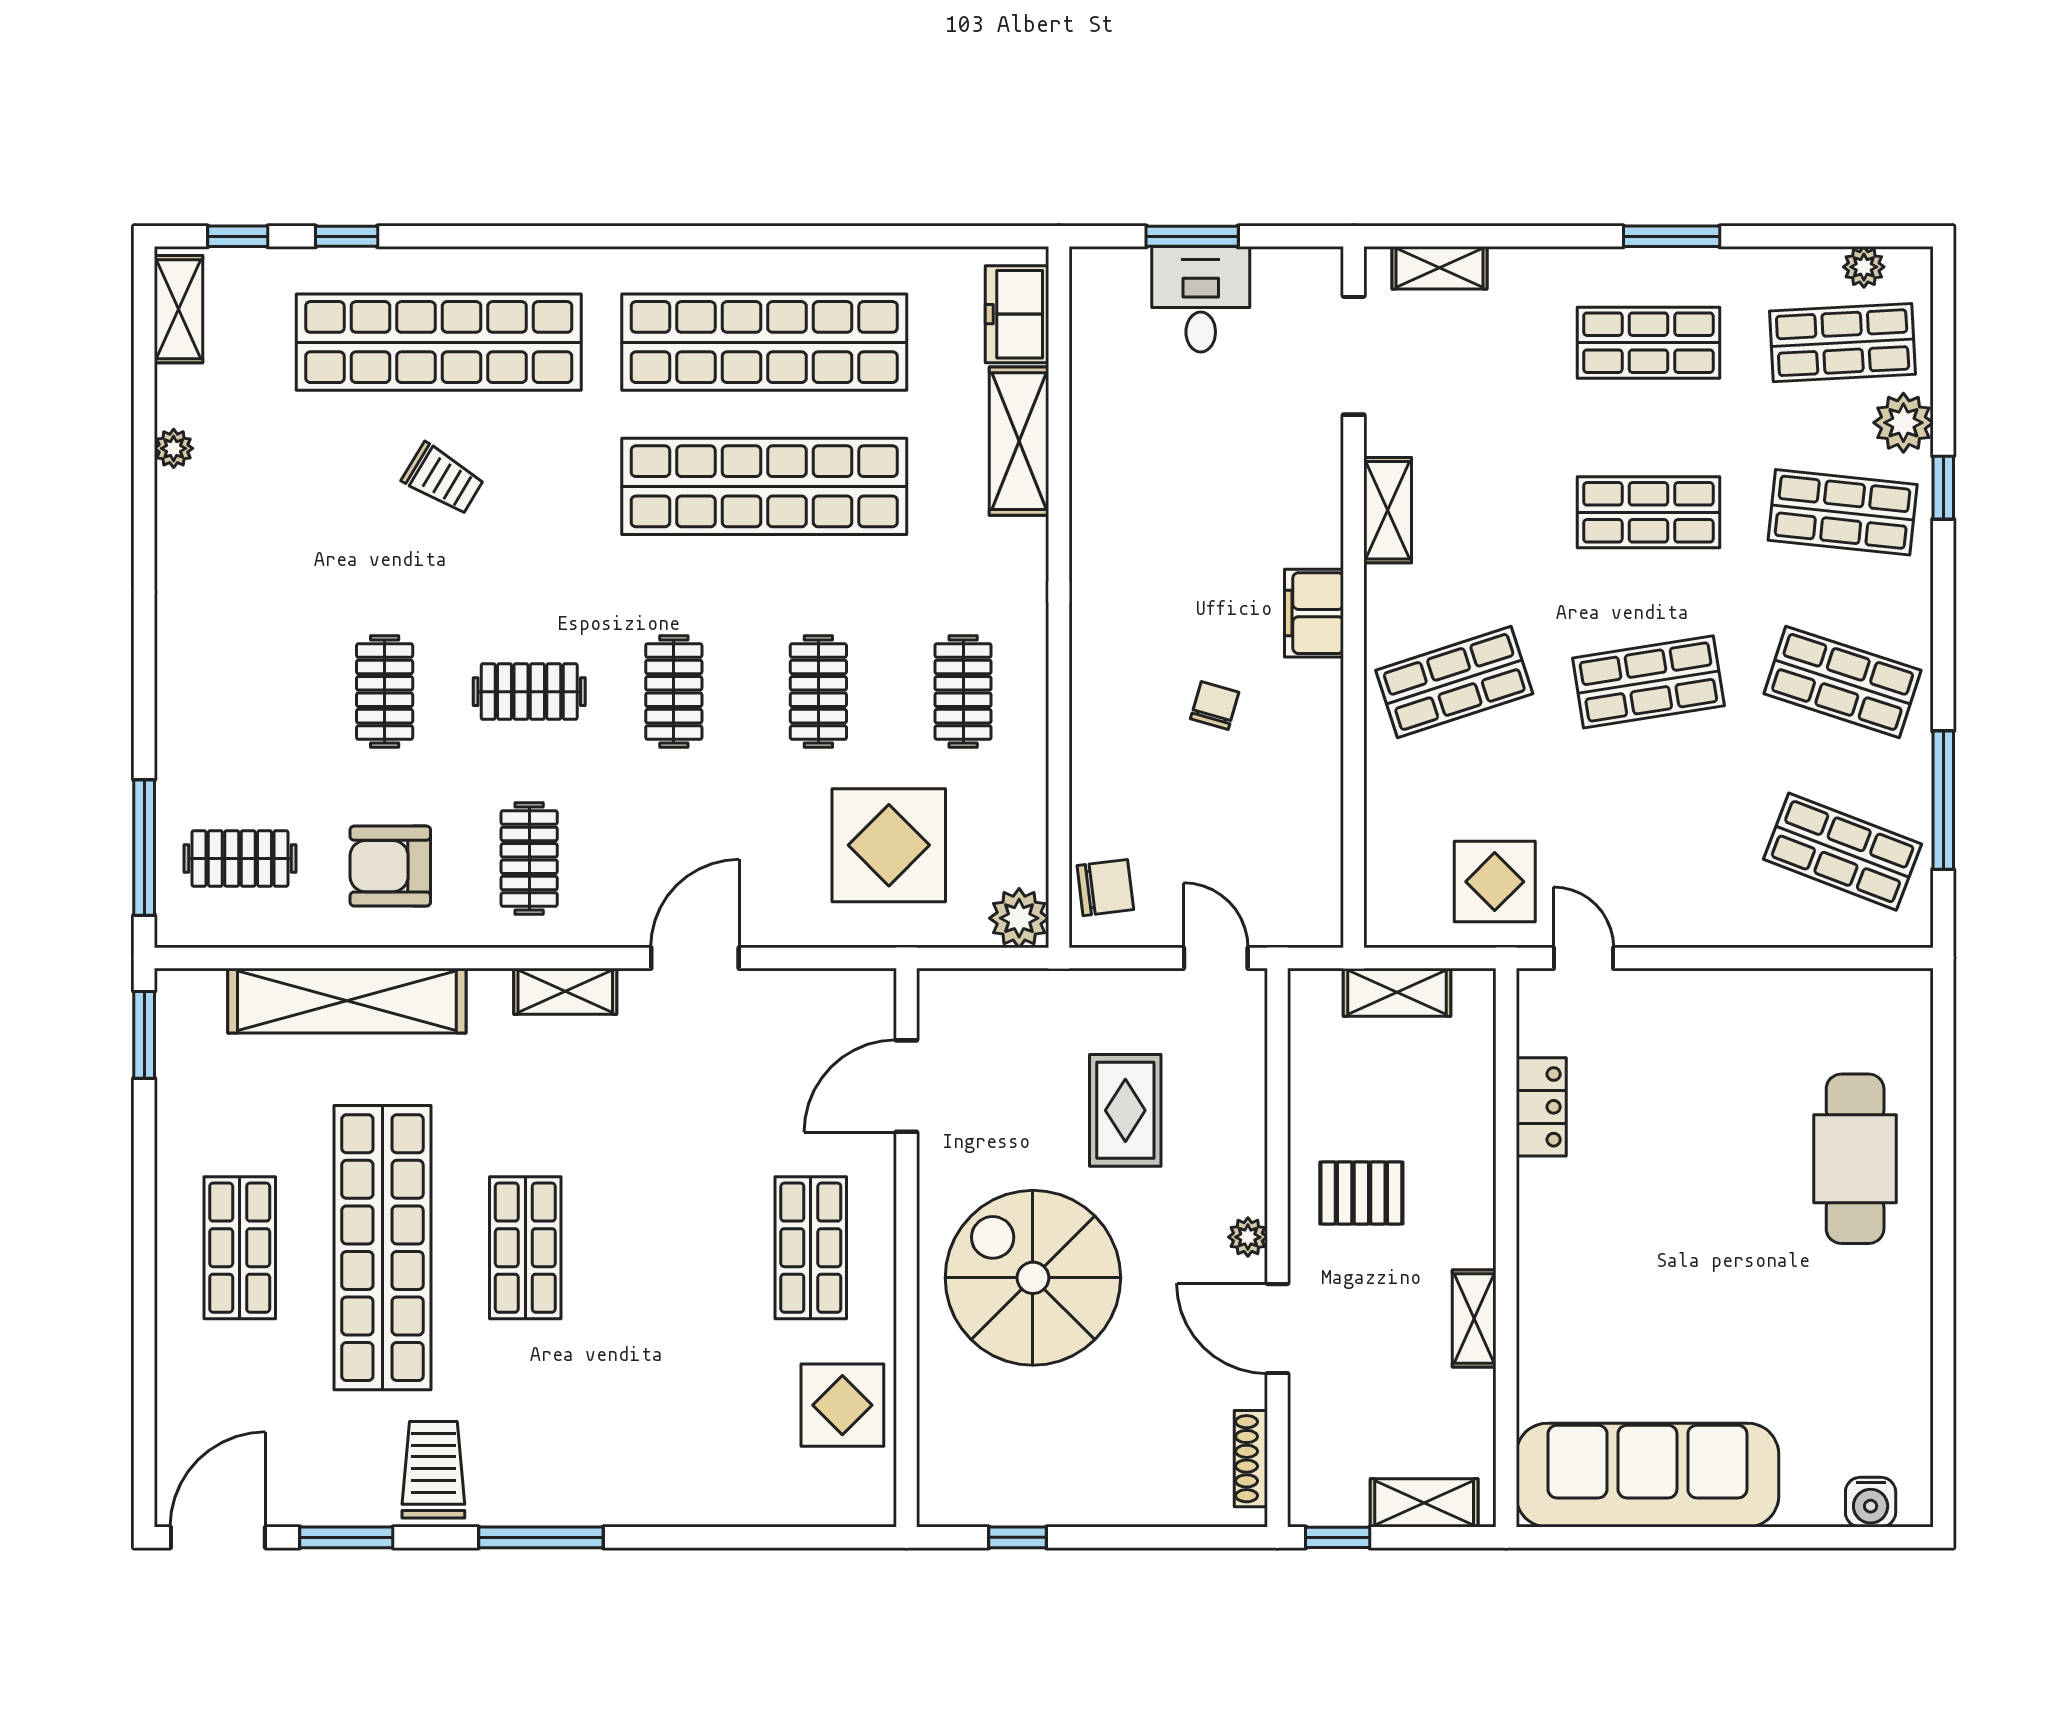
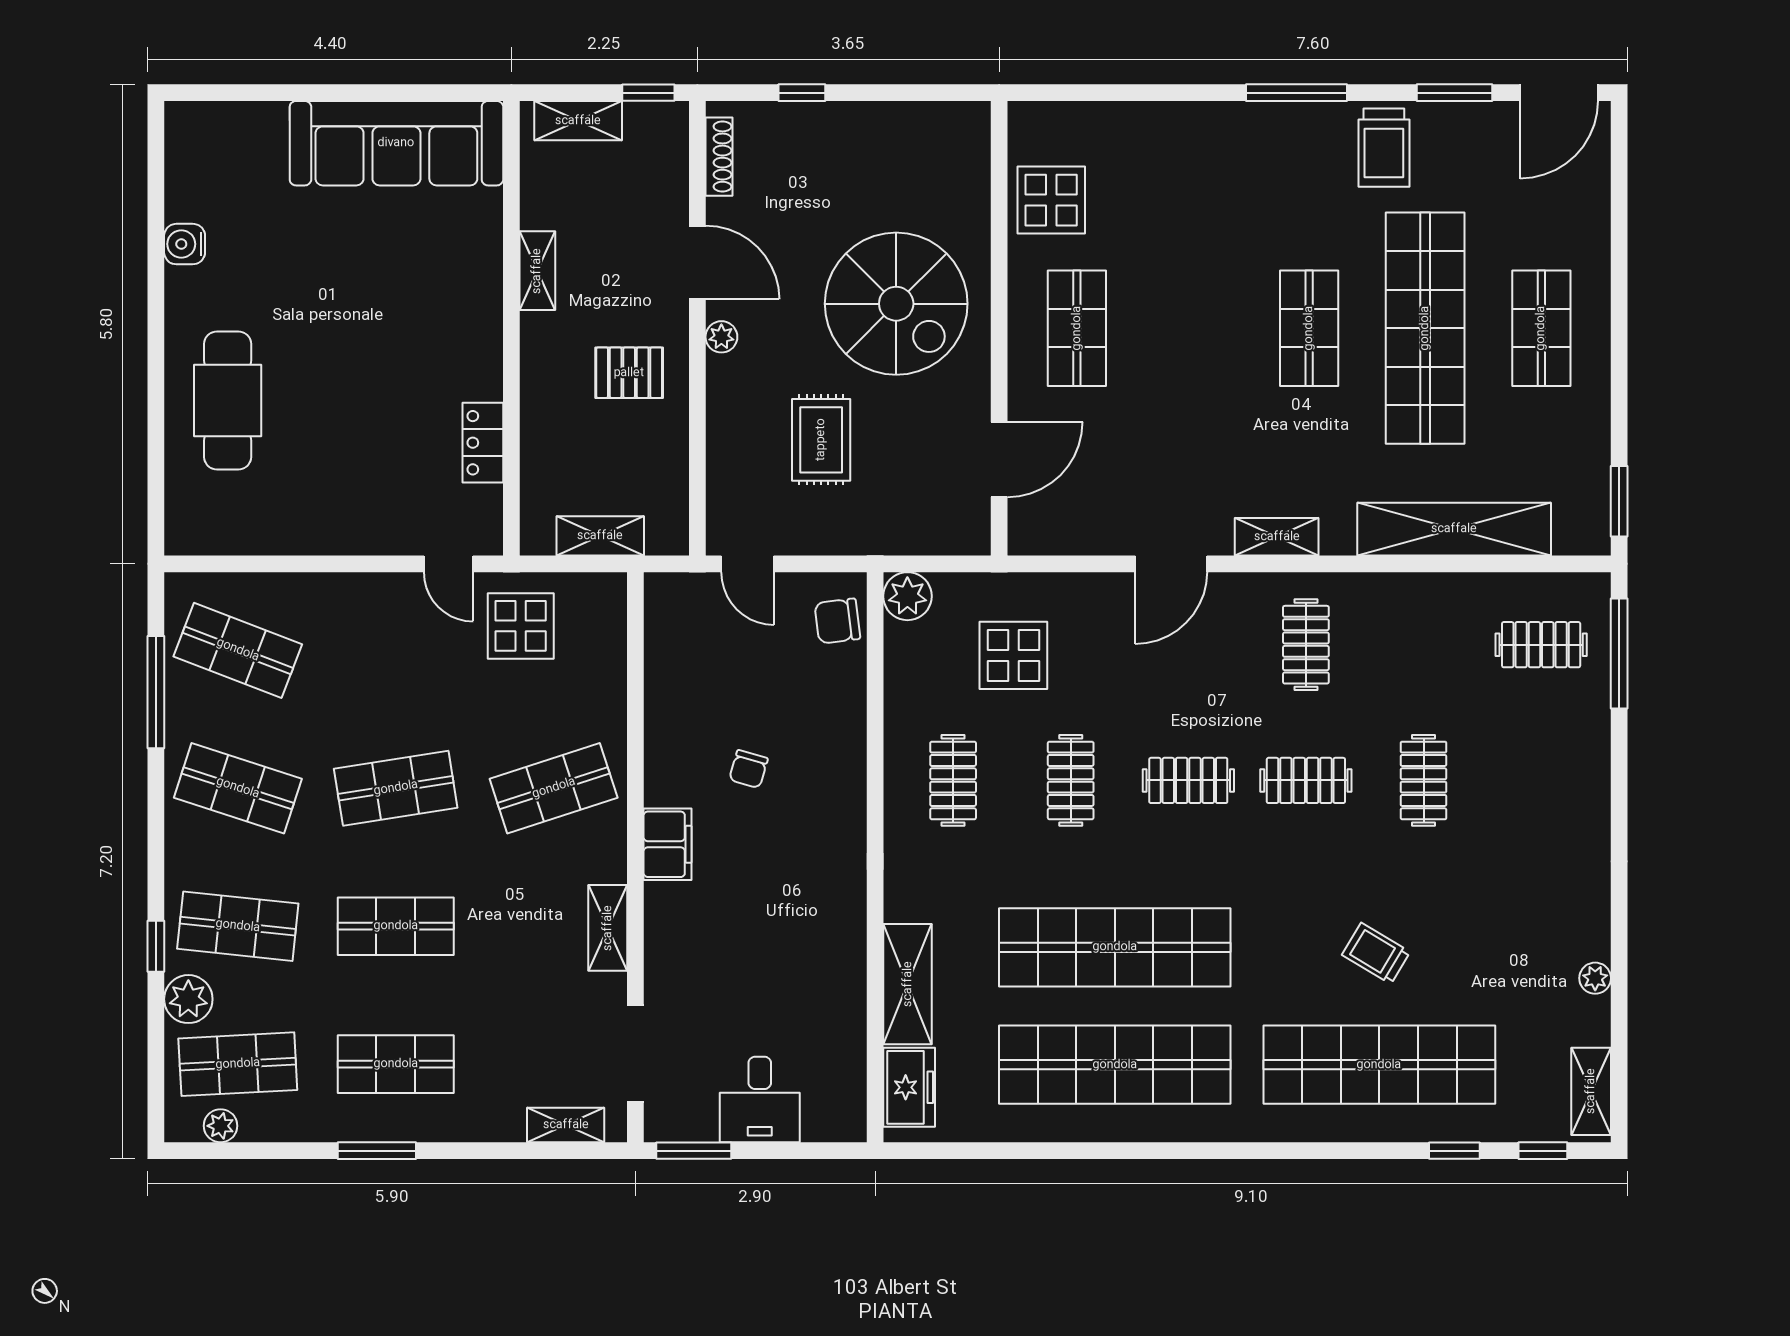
window: (1192, 236) -> (694, 1151), moved
clothes rail: (674, 692) -> (1188, 780), turned 90
display table: (889, 845) -> (1013, 655), width x0.73, depth x0.73
armchair: (390, 866) -> (1419, 639), removed
water cooler: (1871, 1502) -> (185, 244), moved, turned -90
window: (1018, 1537) -> (802, 93), moved

